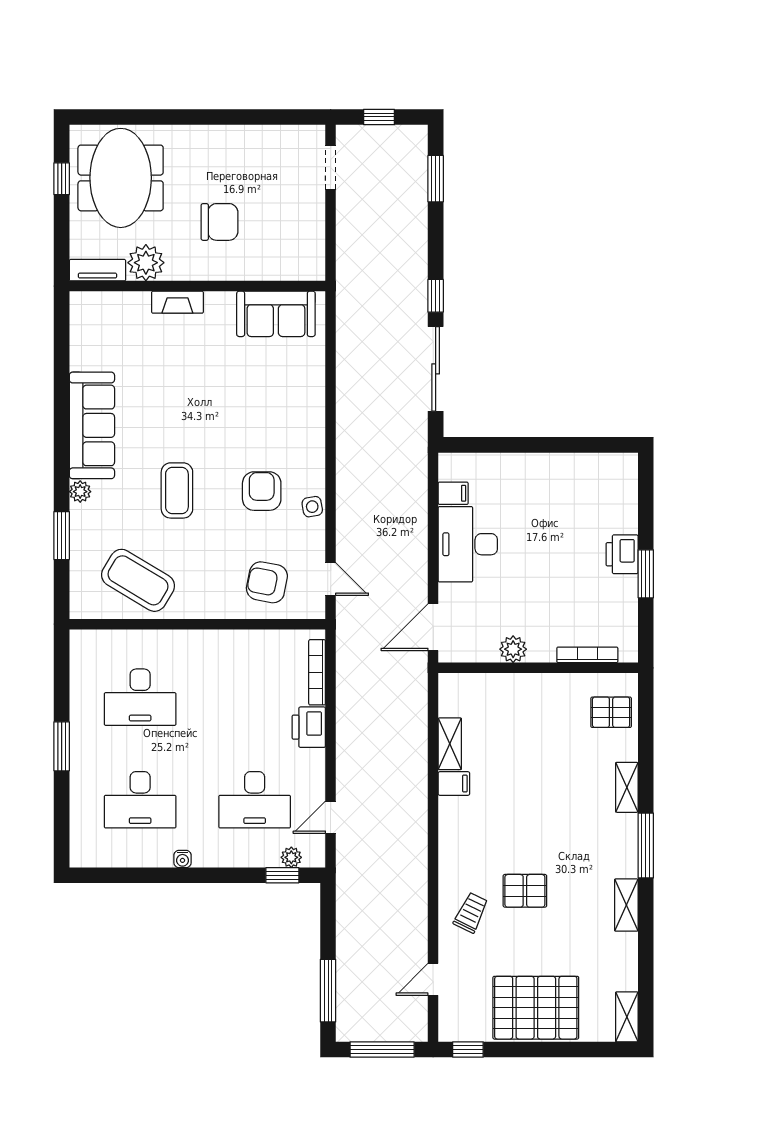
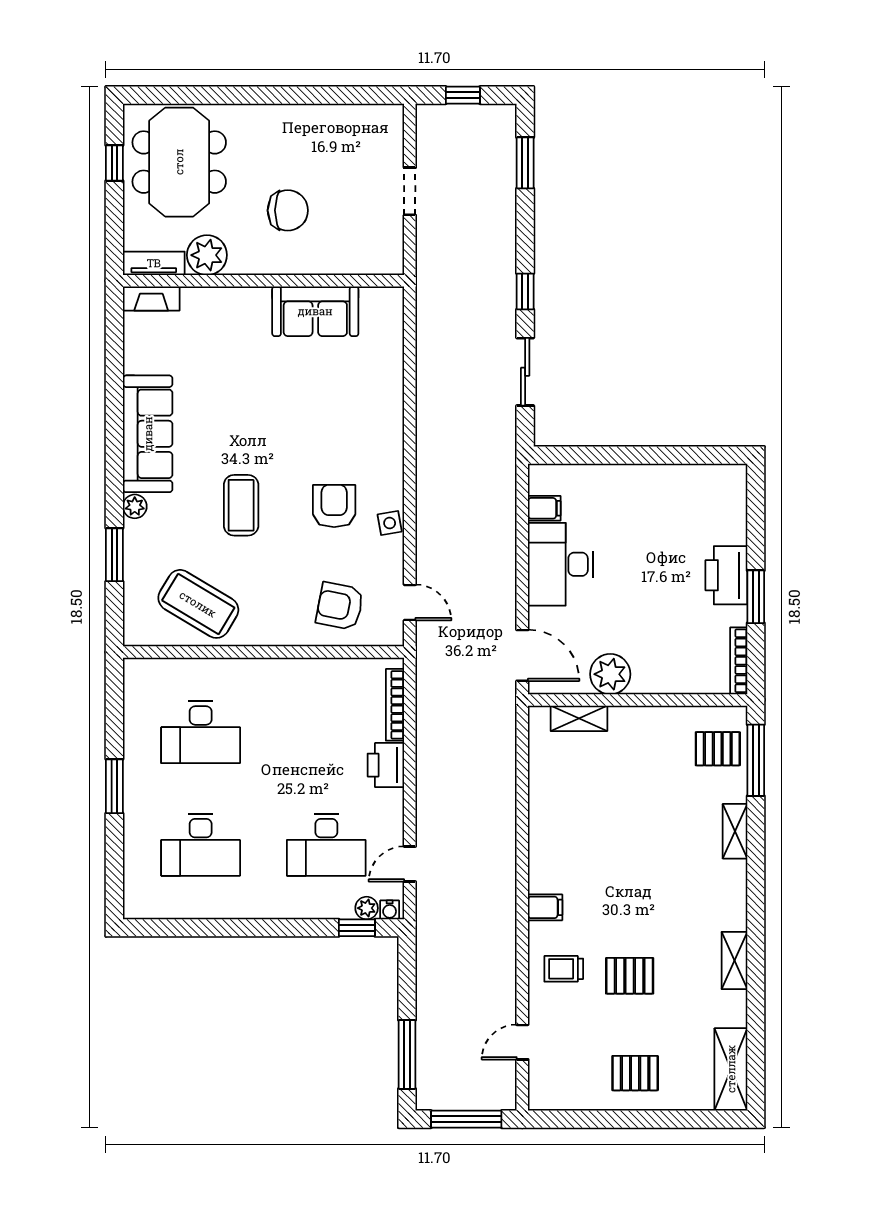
doorway: (331, 168) -> (410, 191), moved
fireplace: (177, 302) -> (151, 299), moved
sofa: (276, 314) -> (315, 311), moved
sliding door: (436, 369) -> (525, 372), width x0.73
printer: (622, 554) -> (726, 575), width x1.37, depth x1.19
door: (433, 627) -> (522, 655), swing flipped
plant: (513, 649) -> (610, 674), width x1.36, depth x1.36
bookcase: (587, 655) -> (739, 661), moved, turned -90
shelving: (450, 744) -> (579, 718), moved, turned 90
filing cabinet: (454, 784) -> (545, 907), moved
window: (646, 845) -> (756, 760), moved
water cooler: (183, 859) -> (390, 910), moved
pallet: (525, 891) -> (630, 976), moved
trolley: (471, 913) -> (564, 969), turned -116
pallet: (536, 1008) -> (635, 1073), width x0.49, depth x0.50
shelving: (627, 1017) -> (731, 1069), width x1.50, depth x1.33
window: (468, 1049) -> (561, 1119), removed

